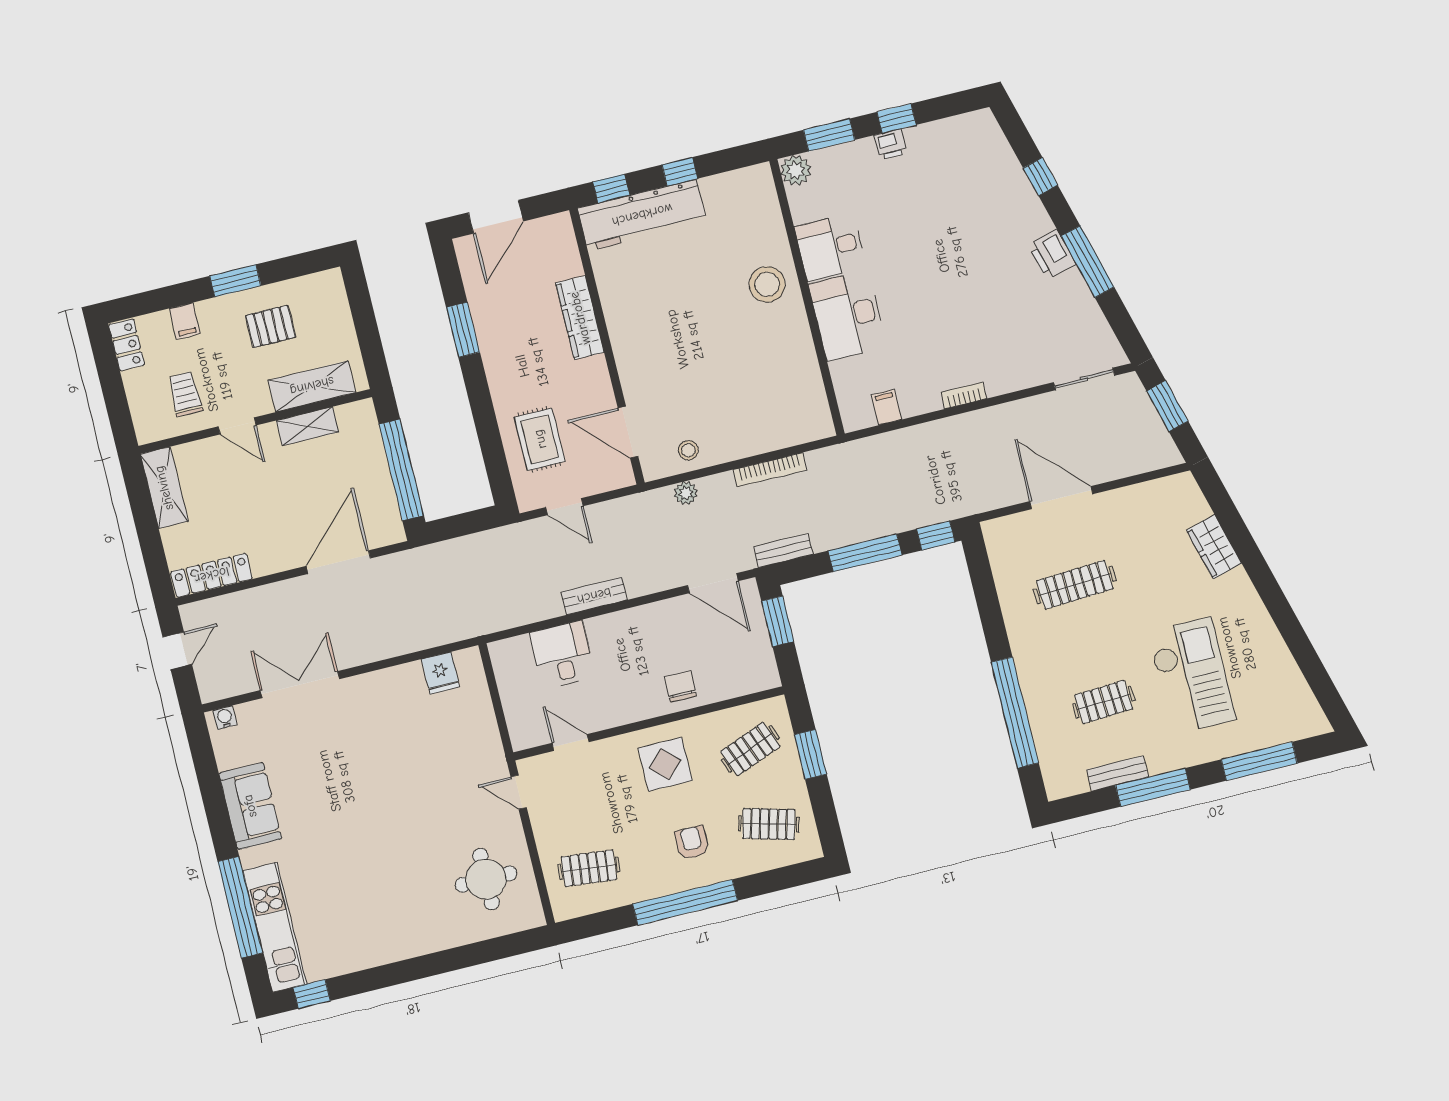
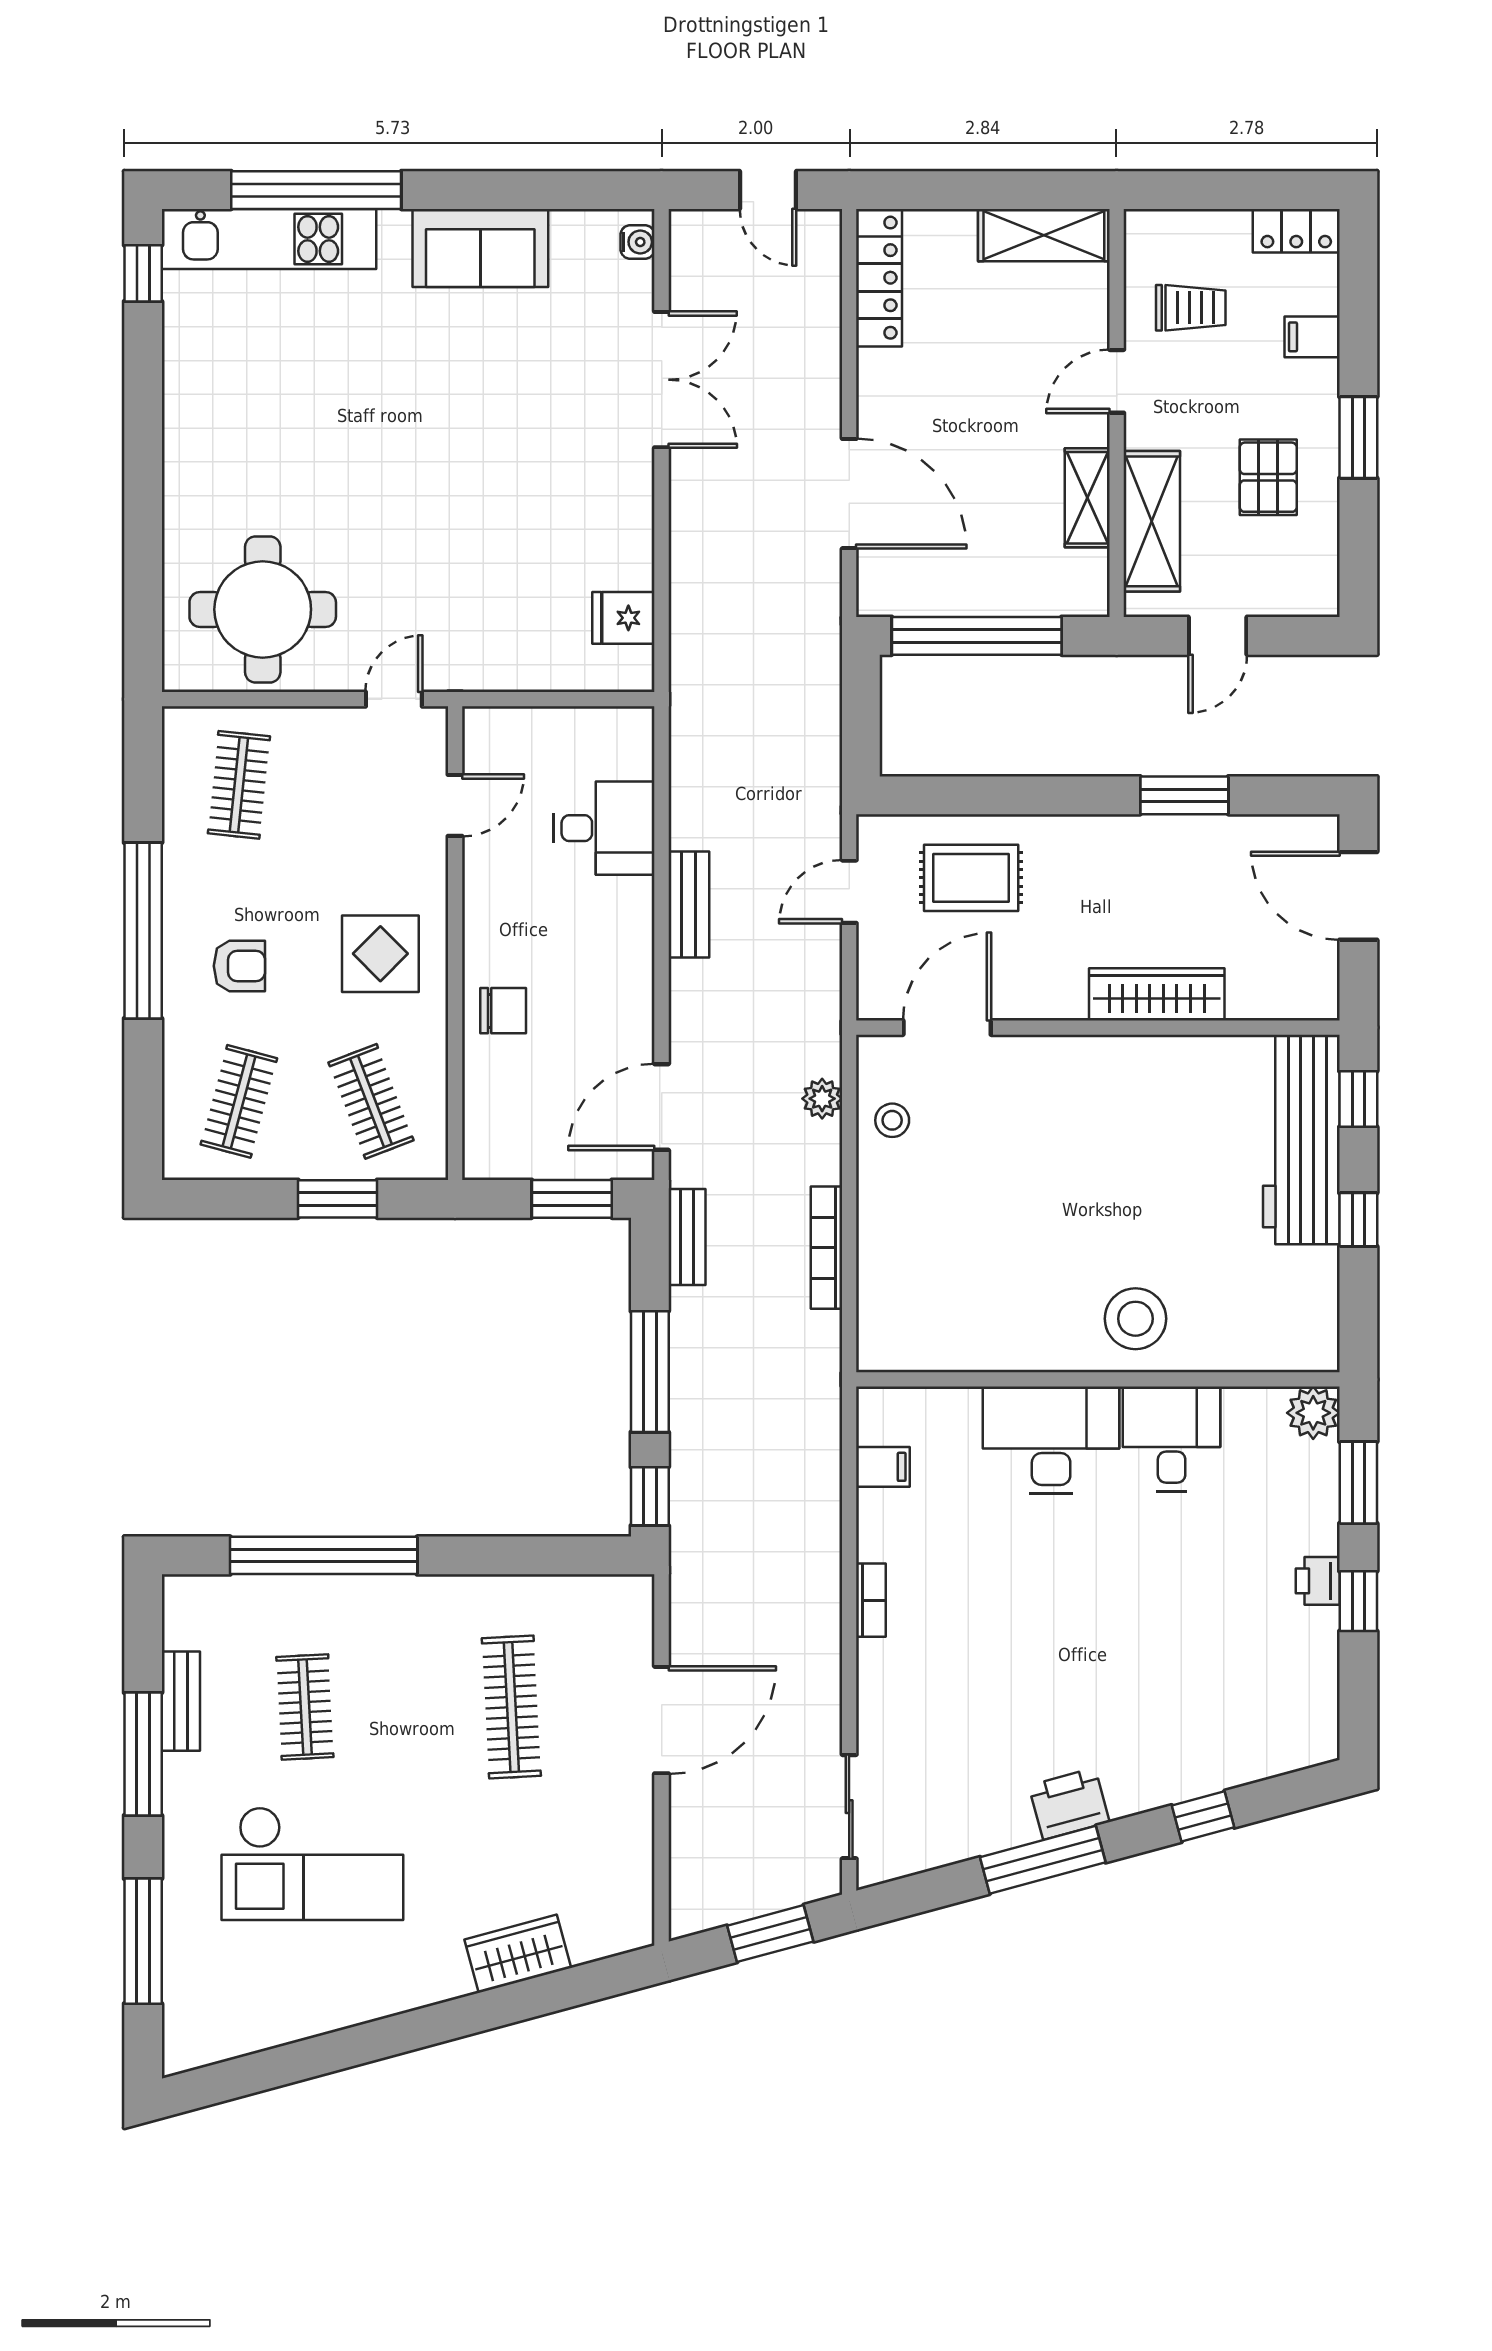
door: (368, 333) -> (1218, 636), added
round table: (486, 879) -> (263, 609), width x1.36, depth x1.36

